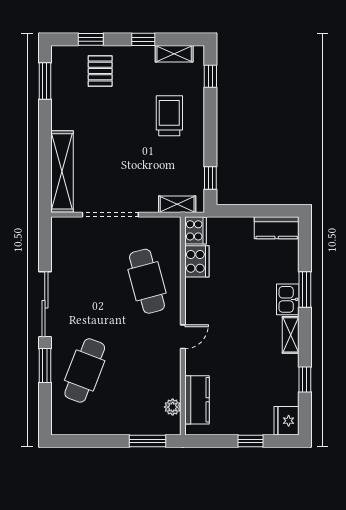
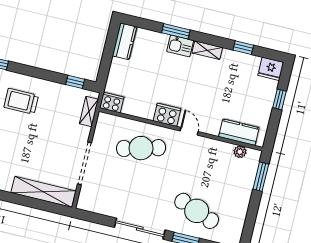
cooker: (197, 261) -> (167, 115), moved

